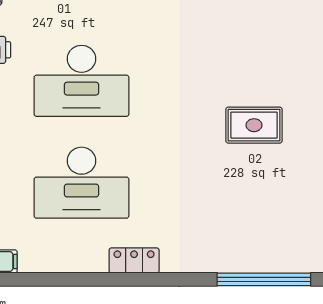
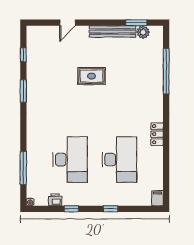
rug: (254, 125) -> (92, 76), turned 90

